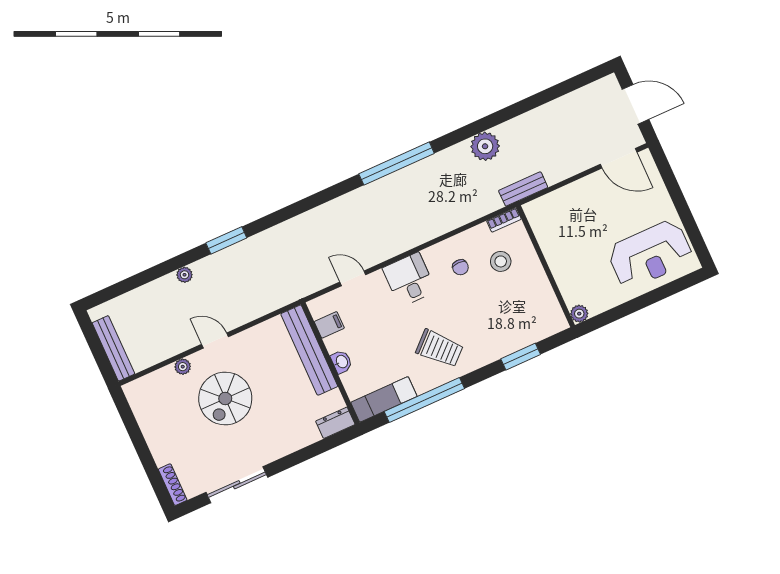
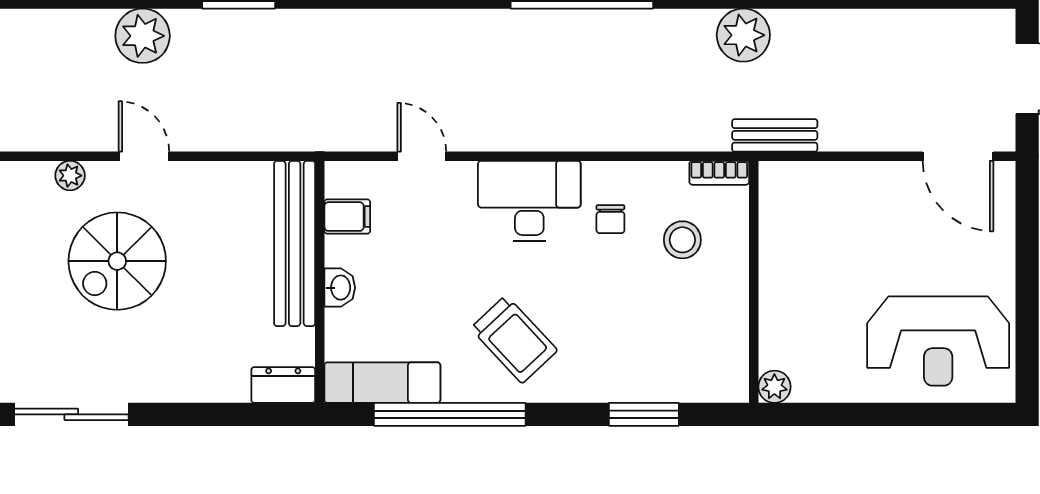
plant: (185, 275) -> (143, 36), width x1.87, depth x1.87
desk: (409, 280) -> (529, 201), width x1.37

